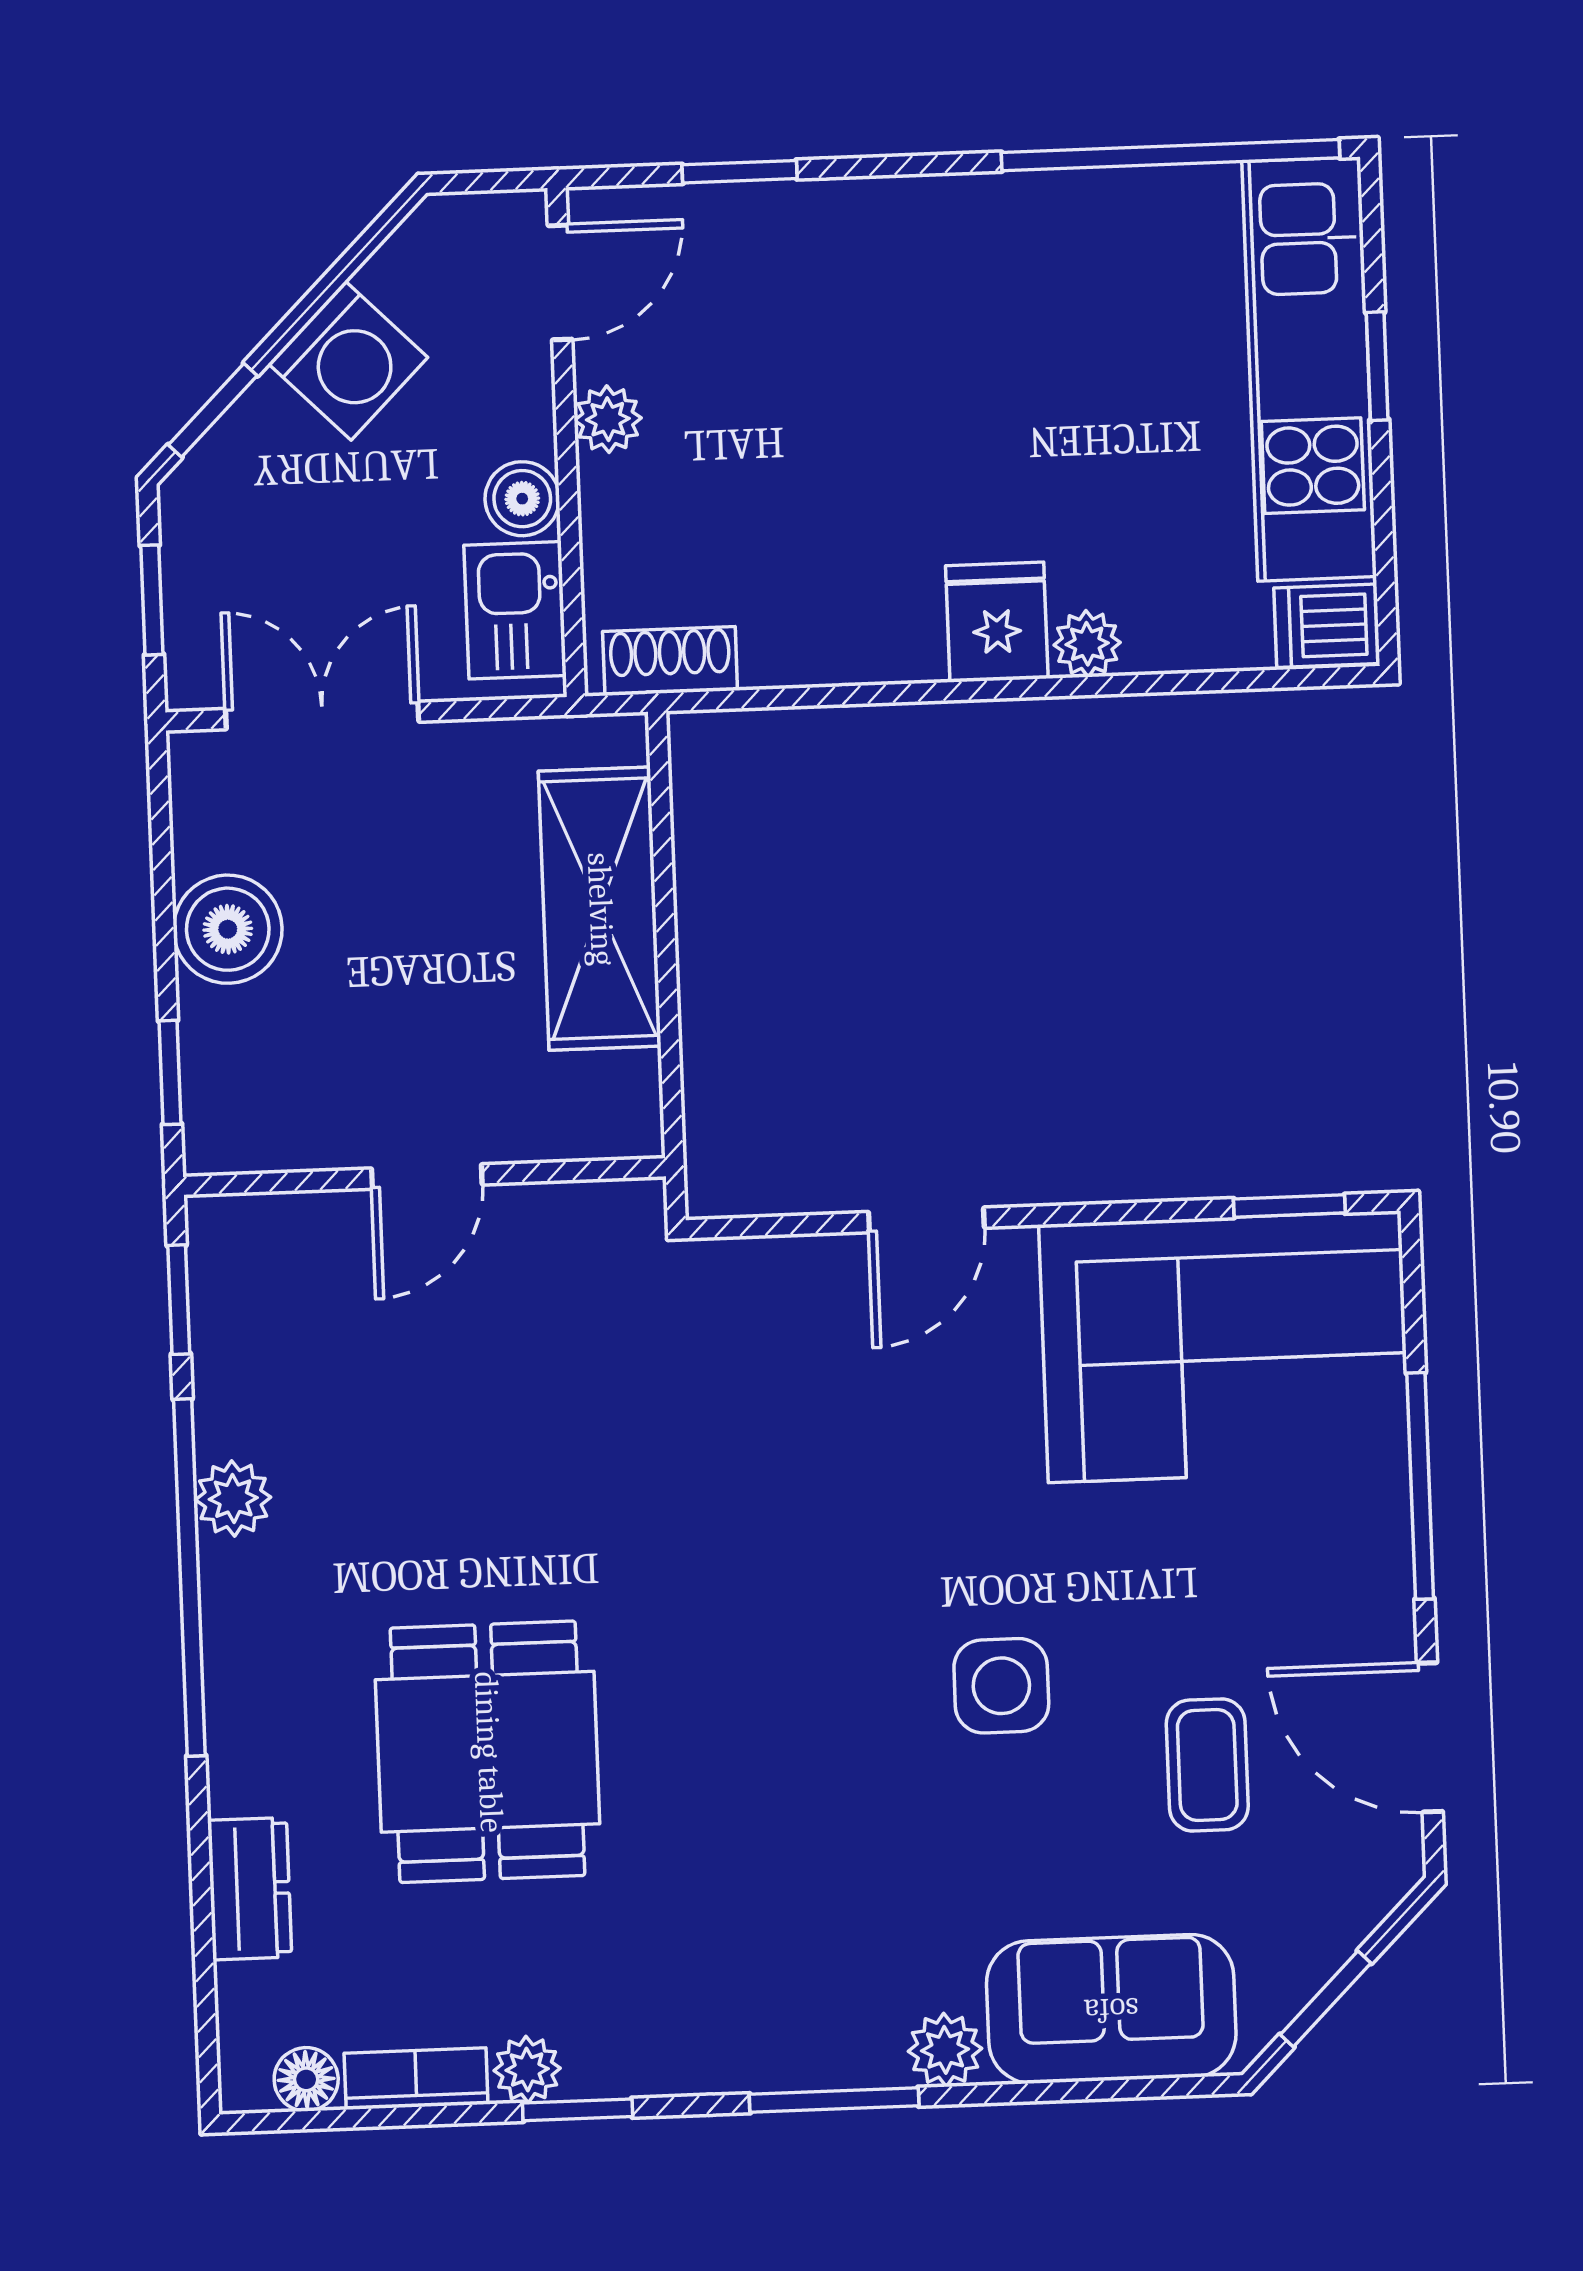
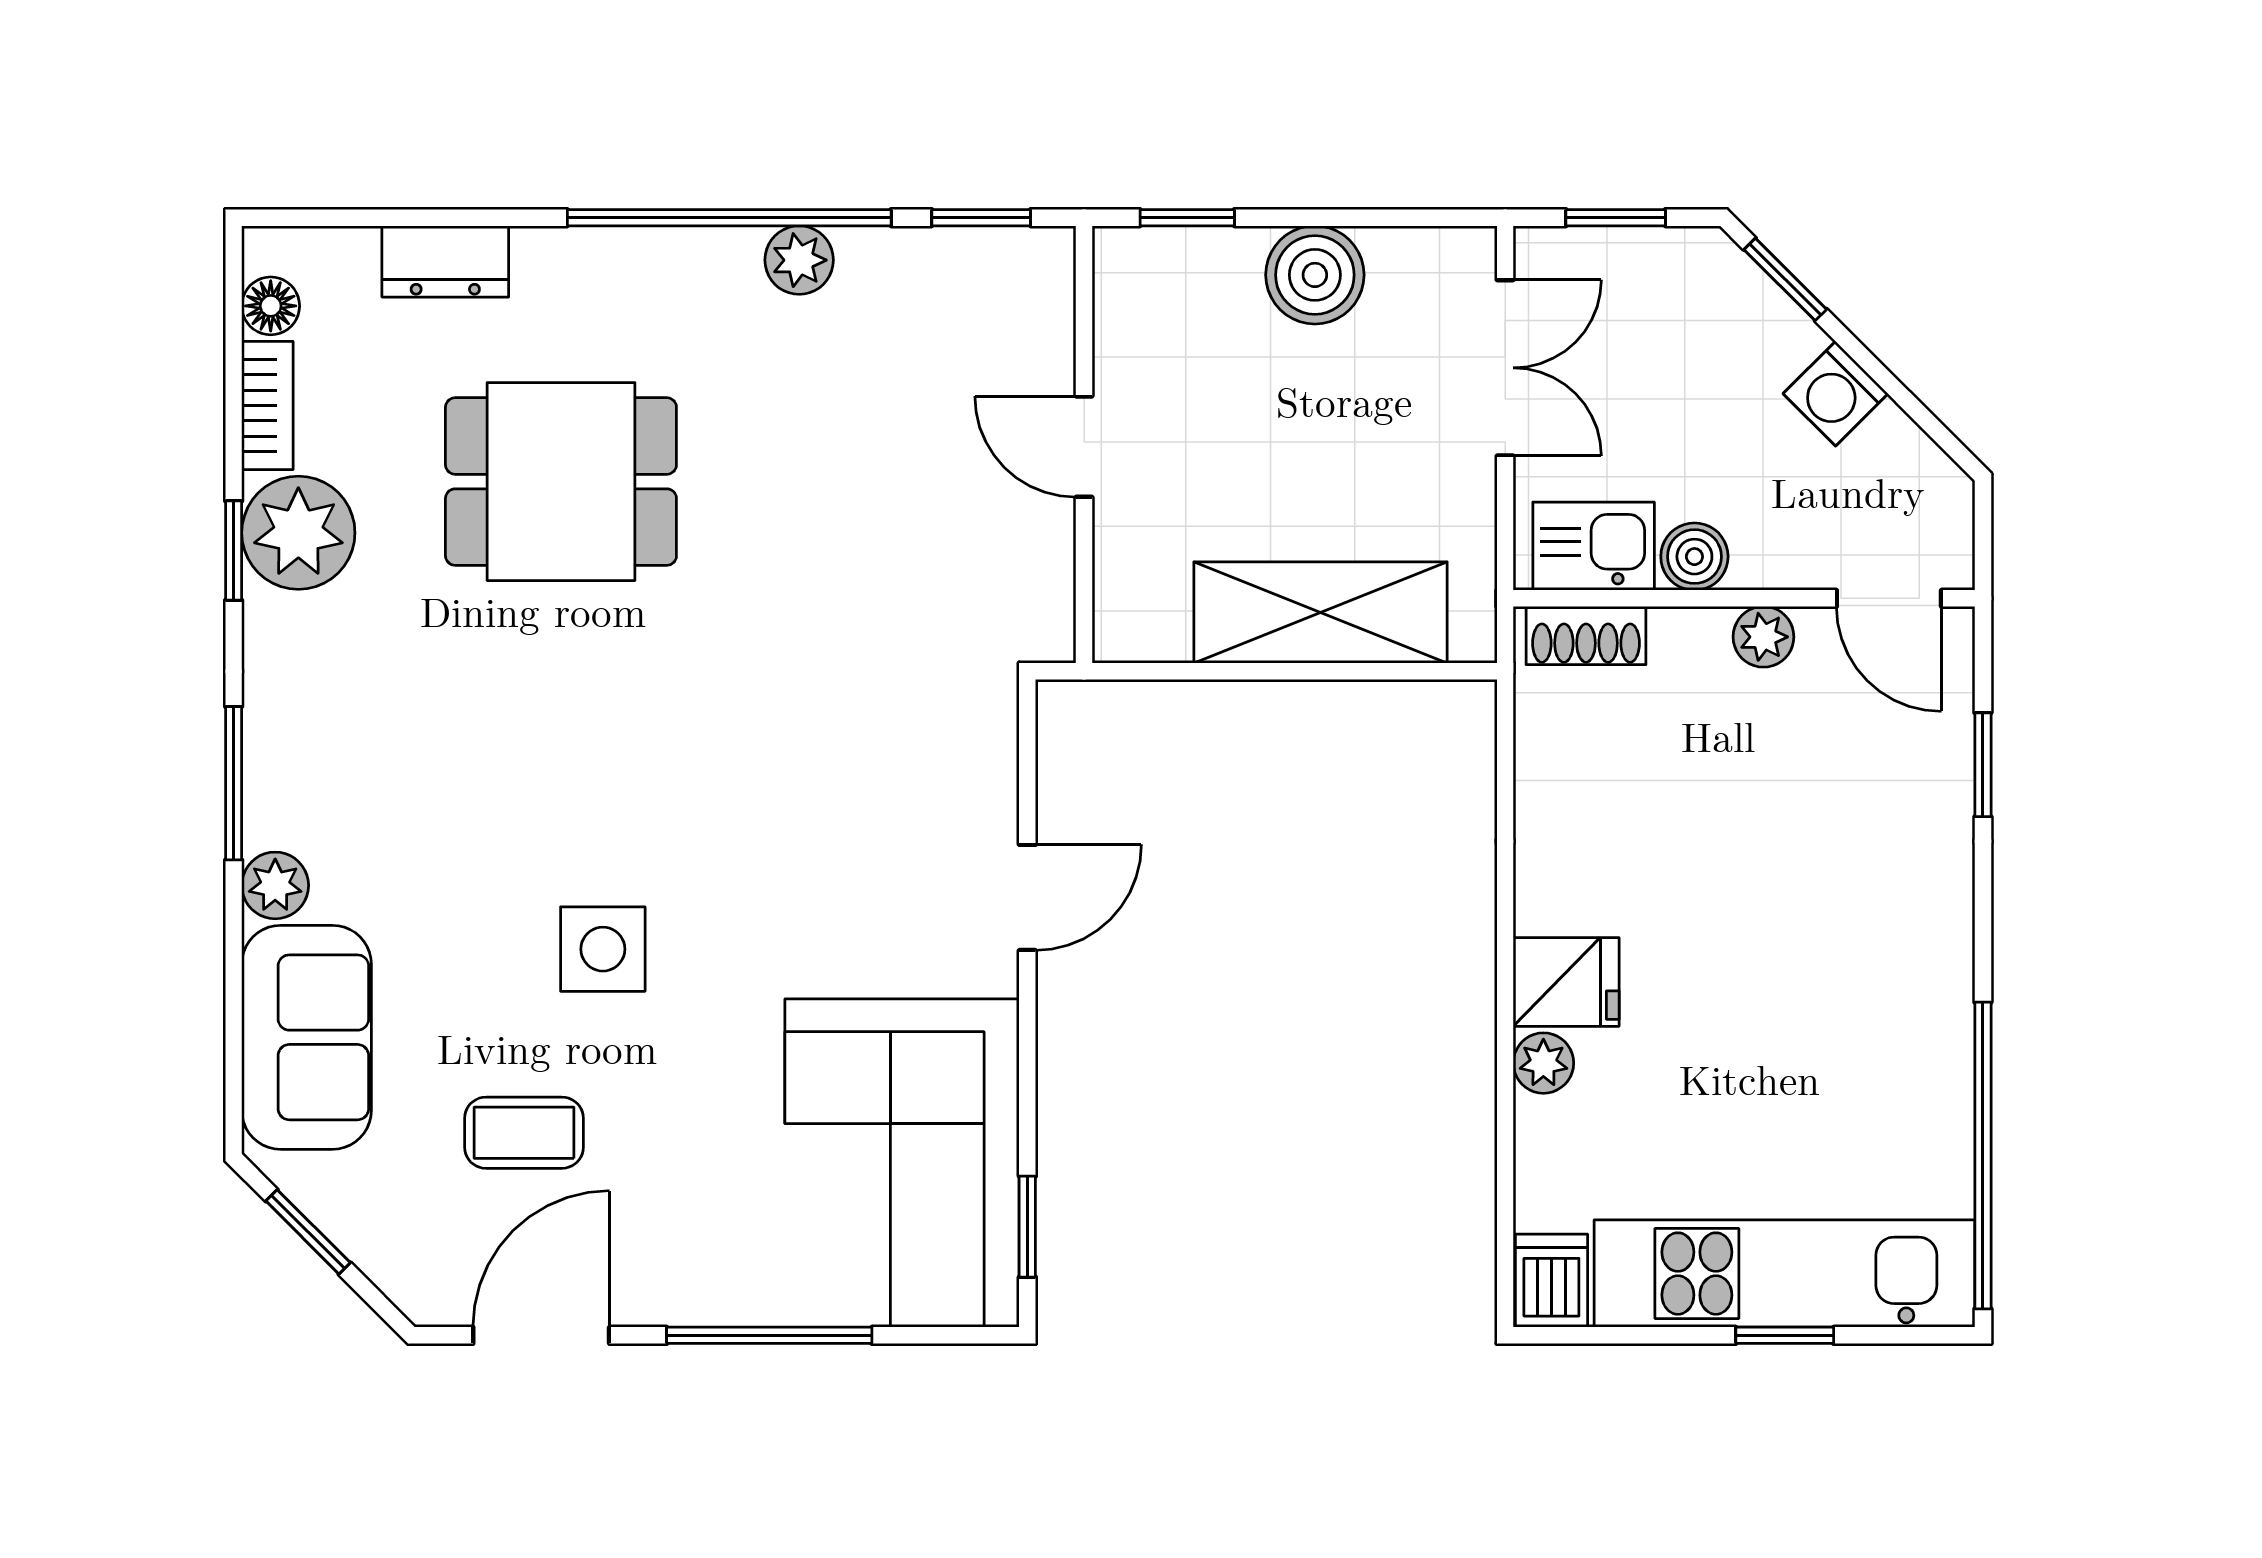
washing machine: (348, 361) -> (1836, 394), width x0.73, depth x0.73
shoe rack: (670, 661) -> (1586, 636), moved, turned 90
door: (926, 1220) -> (1027, 897), swing flipped
plant: (527, 2069) -> (298, 533), width x1.88, depth x1.88

